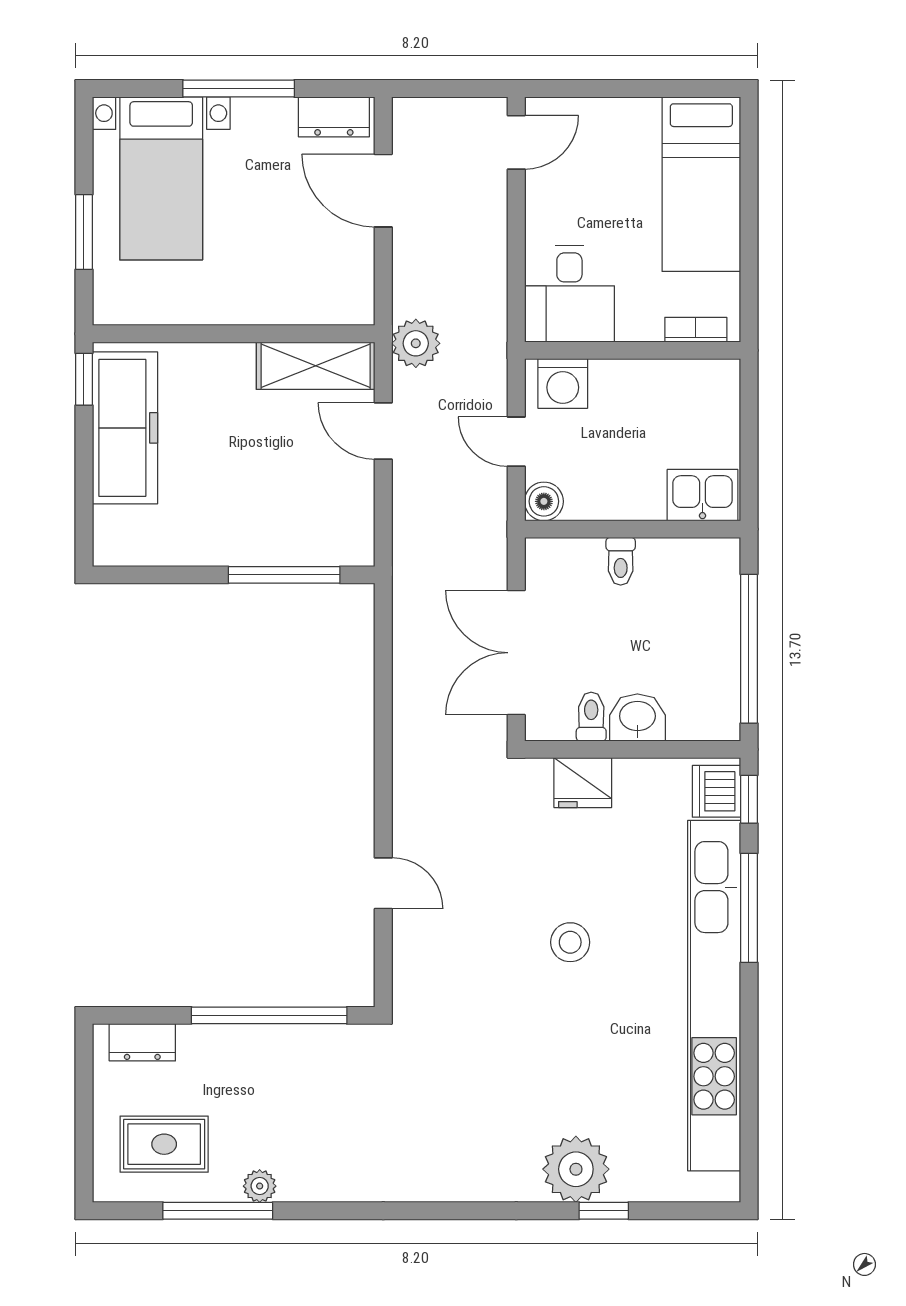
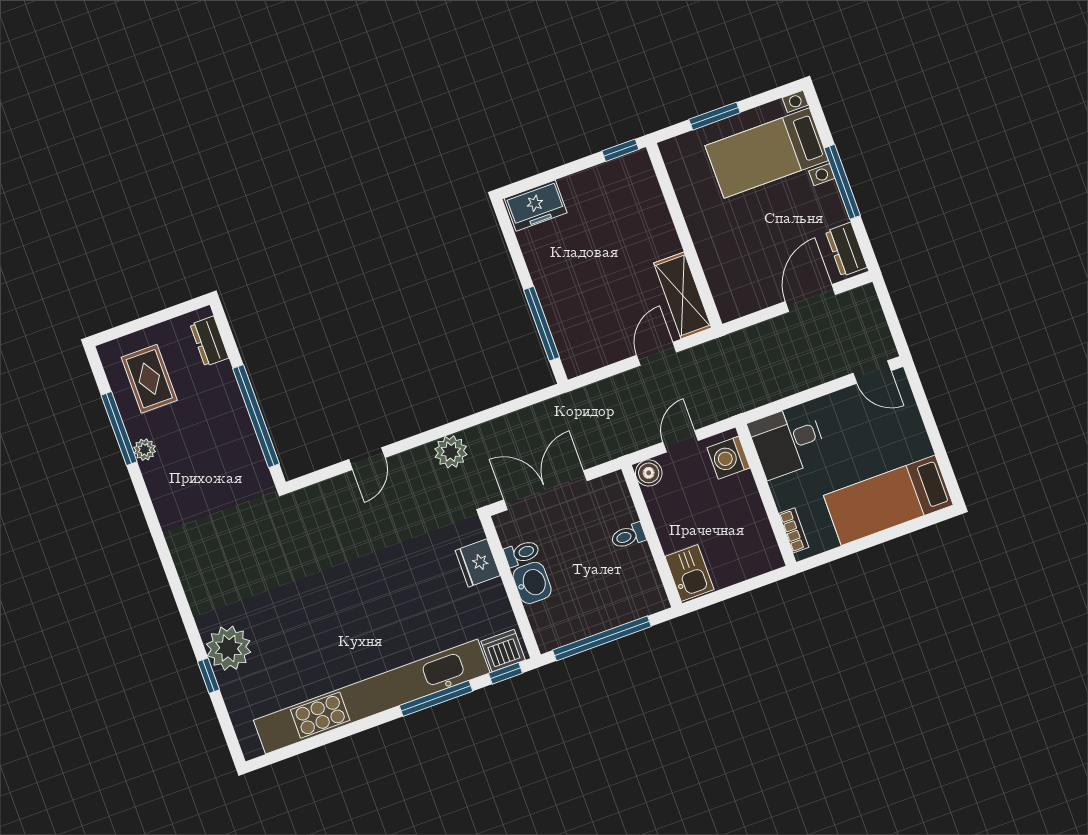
plant: (416, 343) -> (451, 452), moved
freezer: (125, 428) -> (536, 206), moved, width x0.52, depth x0.79
stool: (570, 942) -> (373, 592), removed

